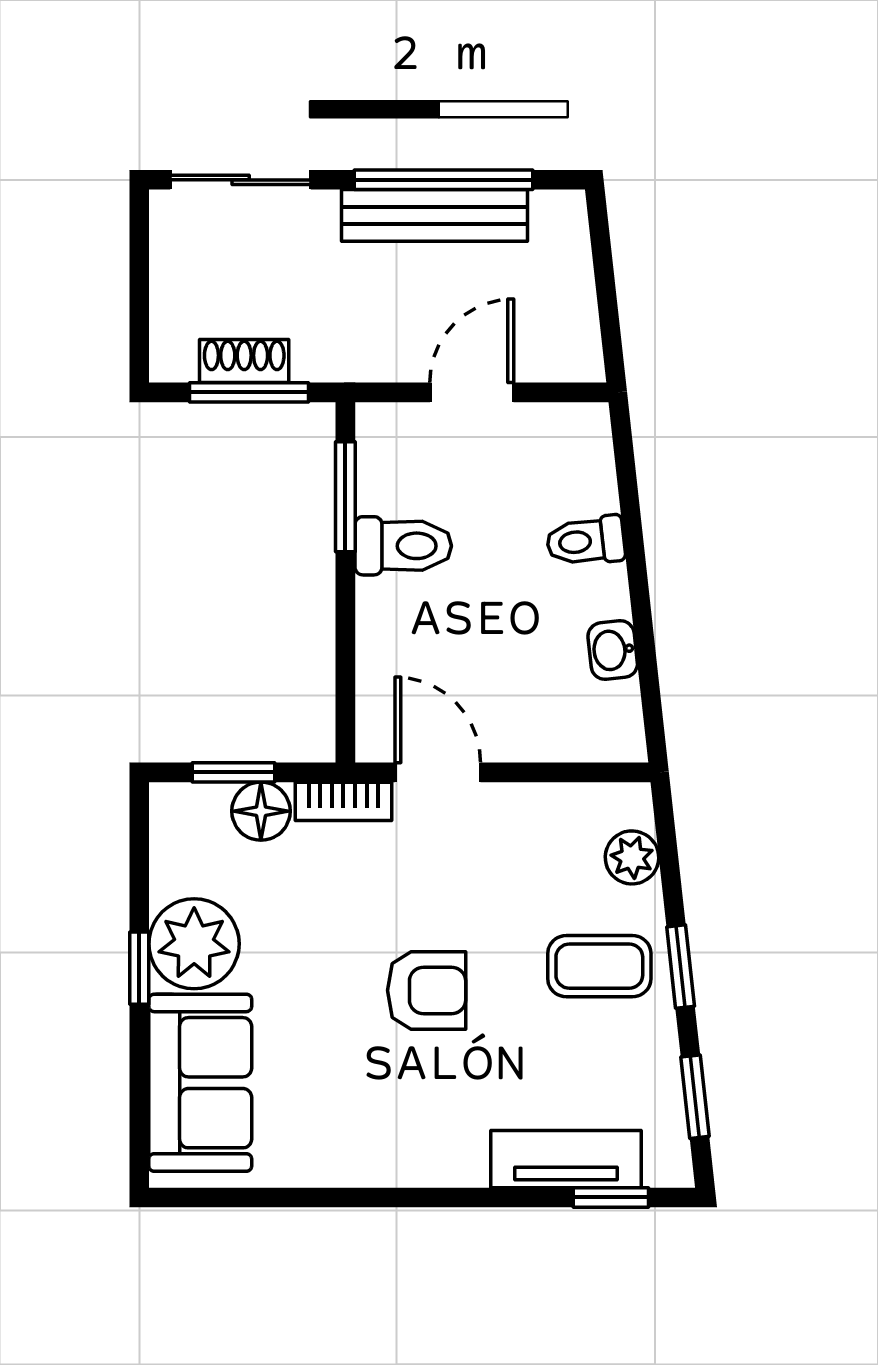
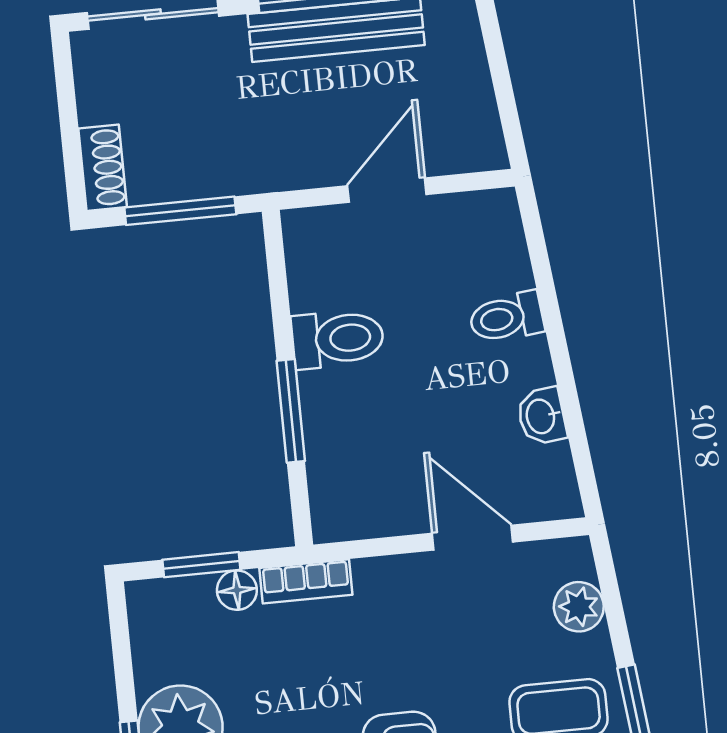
shoe rack: (244, 361) -> (103, 168), moved, turned 90
window: (345, 497) -> (291, 411), moved
door: (438, 772) -> (472, 538), moved
floor lamp: (261, 811) -> (237, 590), width x0.73, depth x0.73

